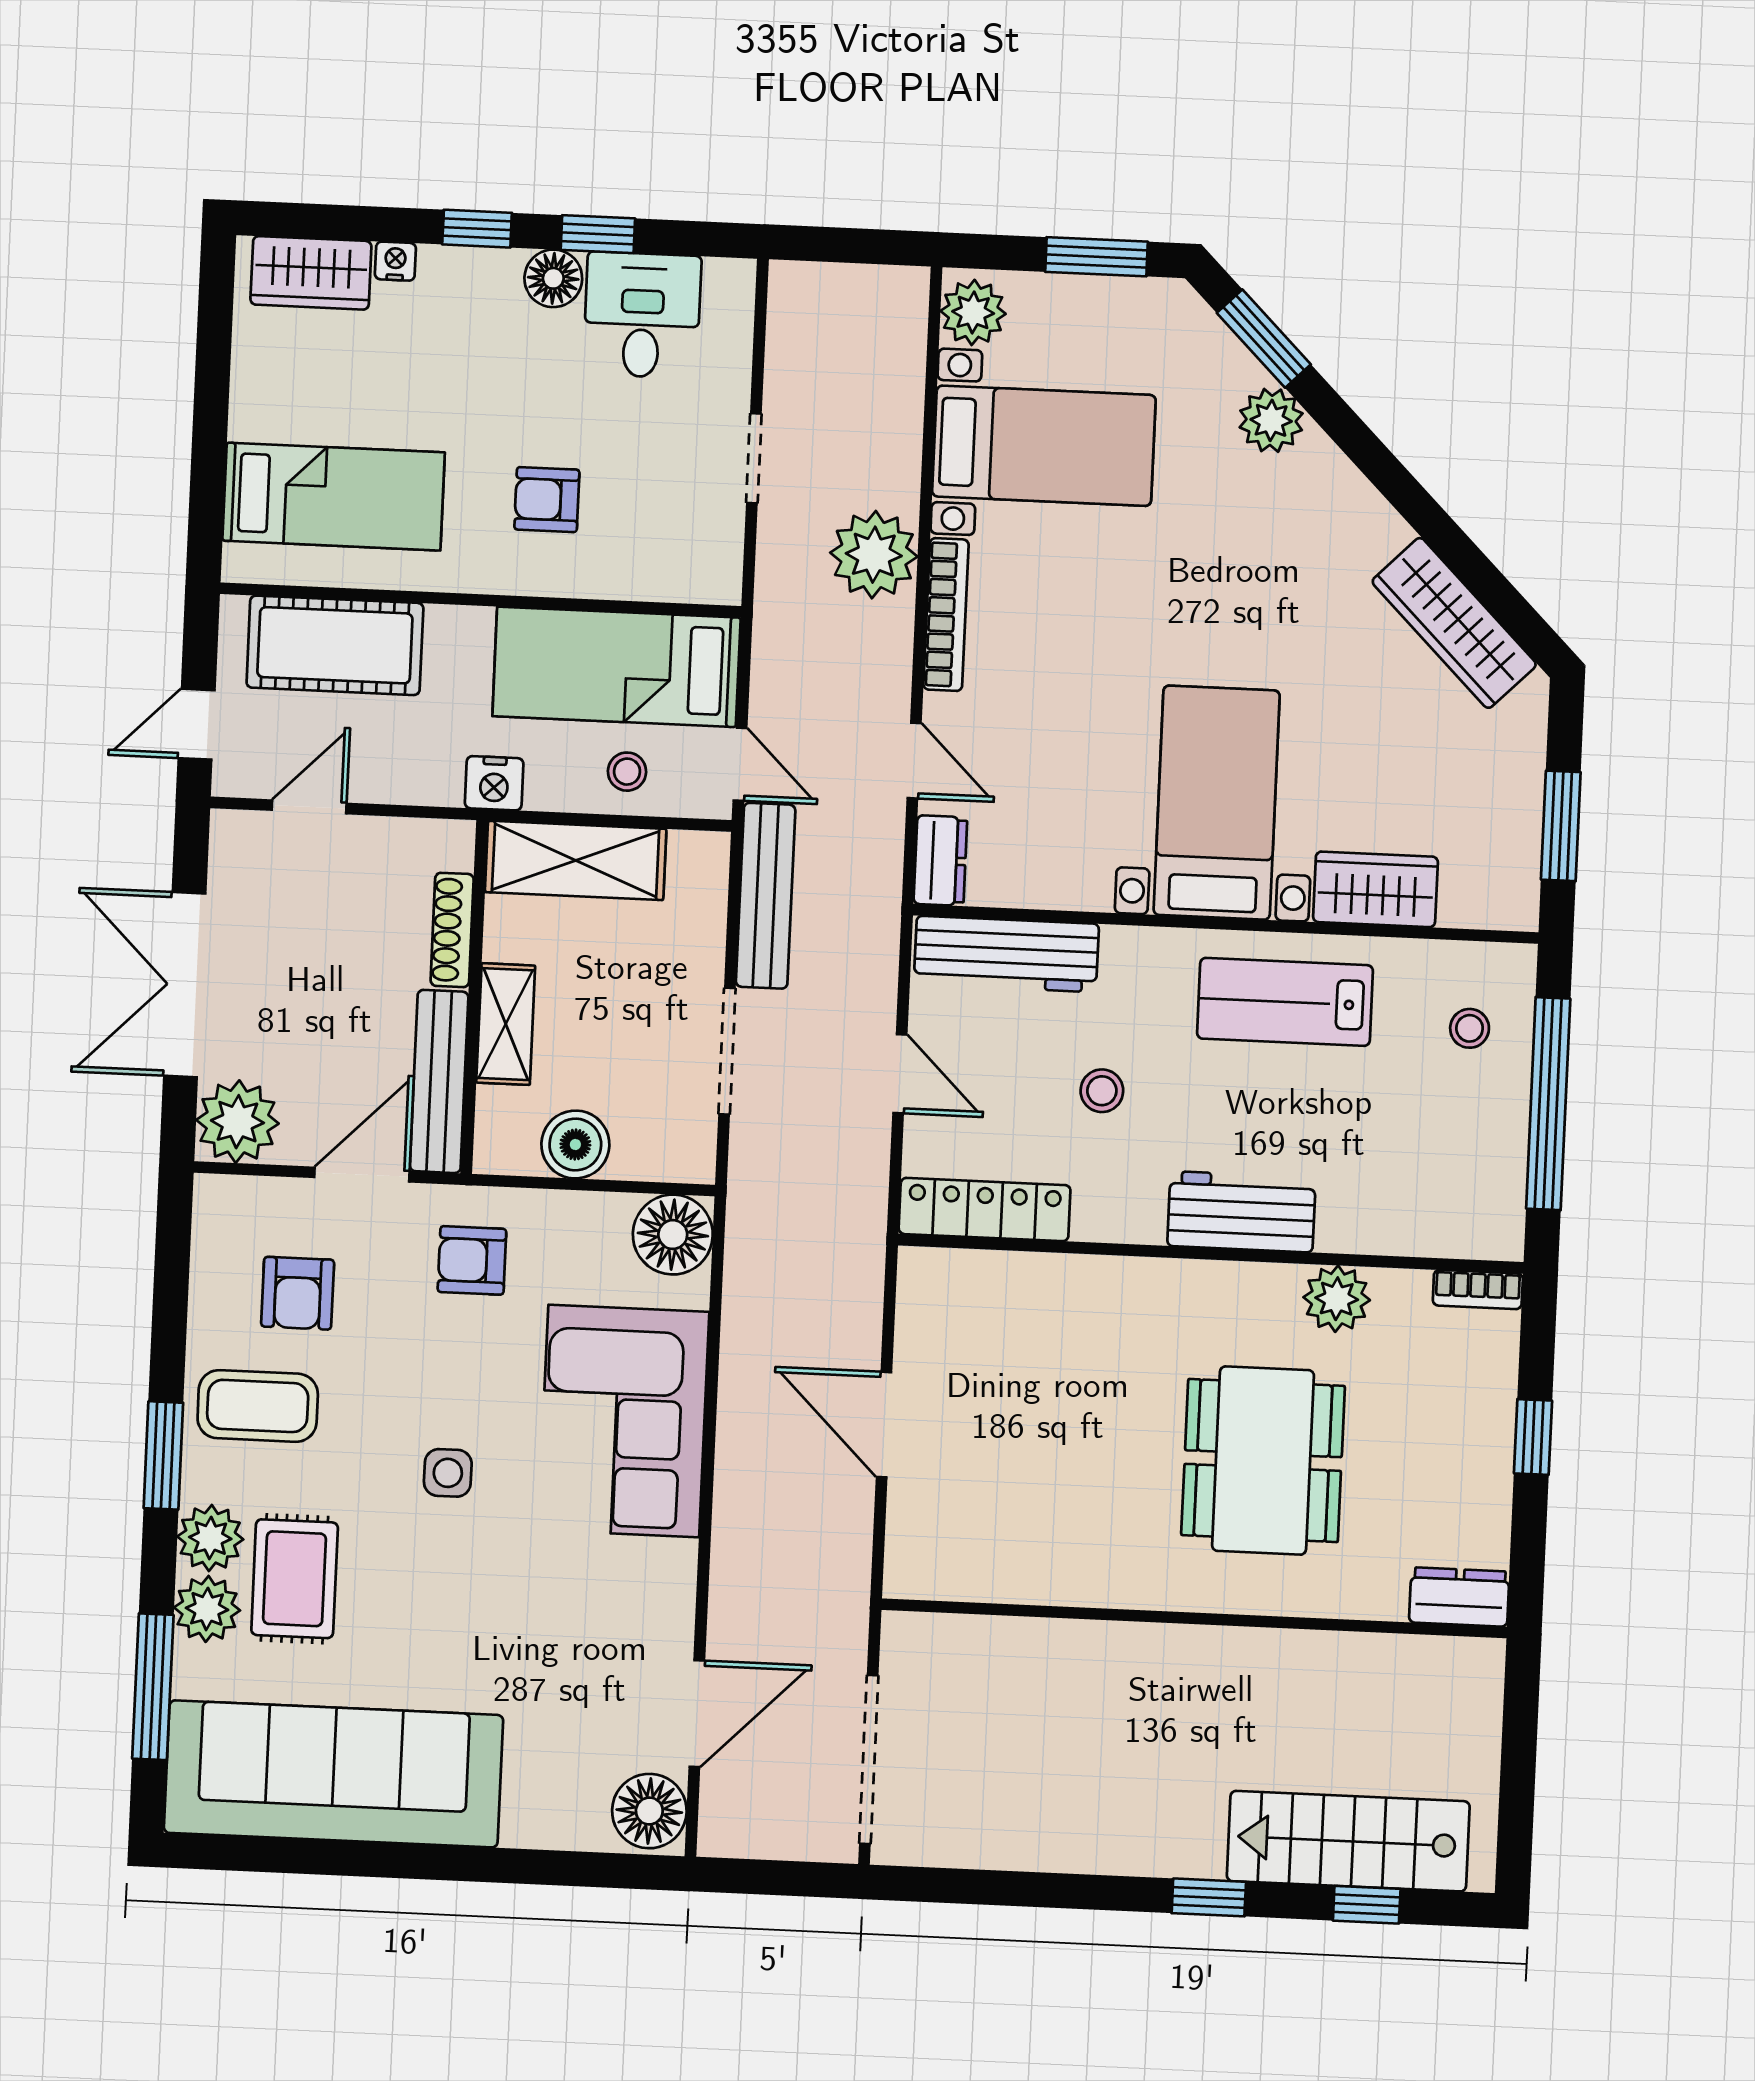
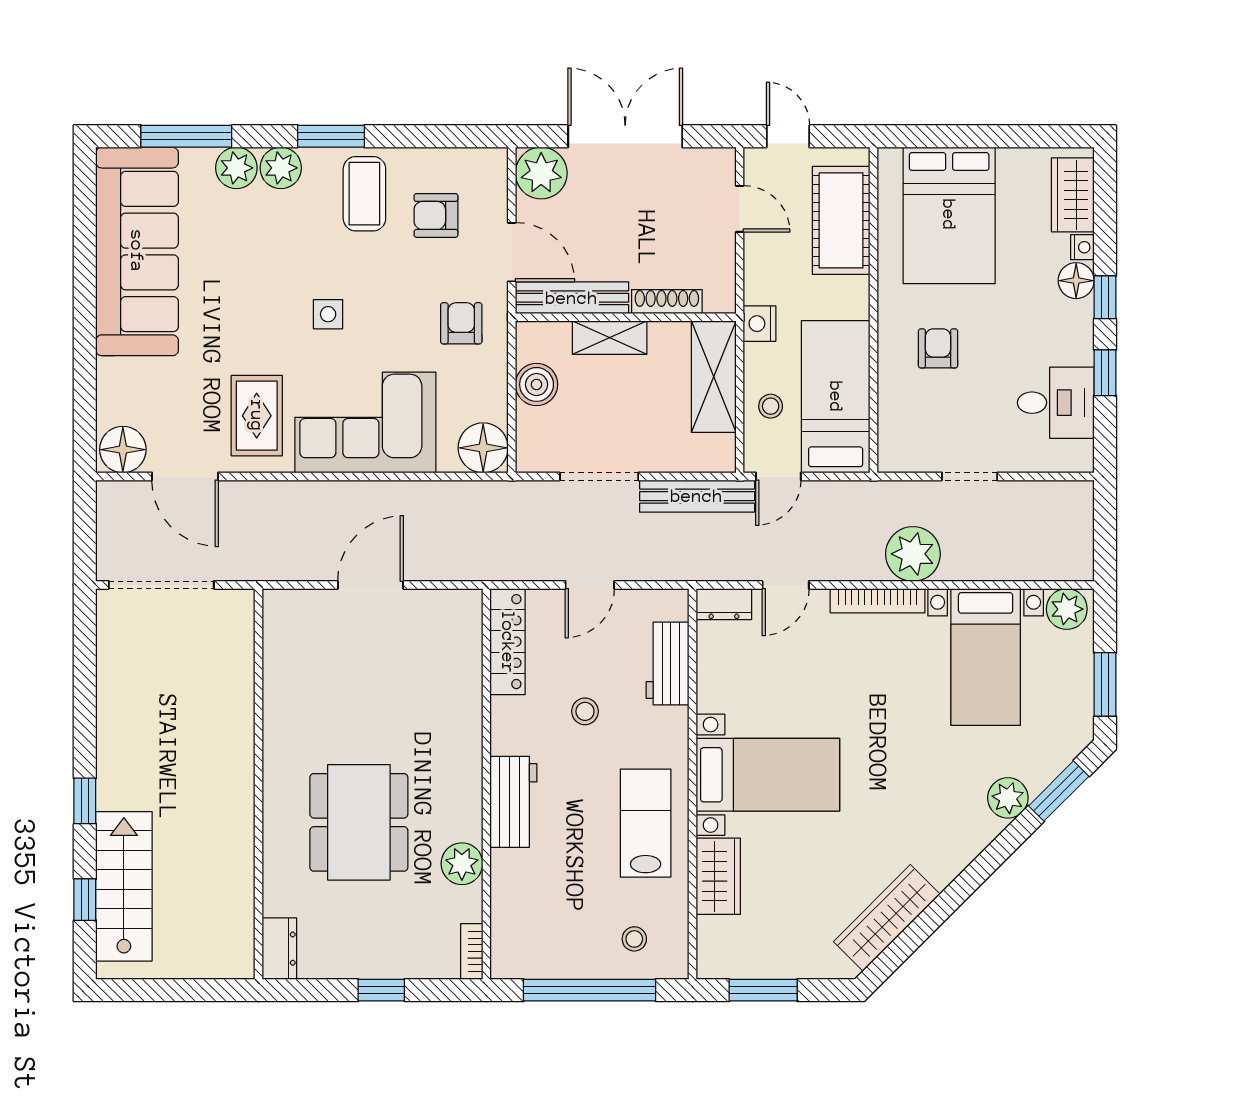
floor lamp: (553, 278) -> (1076, 281), moved
bed: (334, 497) -> (949, 215), width x1.50
workbench: (1006, 954) -> (668, 663), width x0.73
dining table: (1263, 1461) -> (359, 822), turned 90
rug: (295, 1579) -> (257, 416), moved, turned 90

